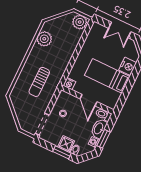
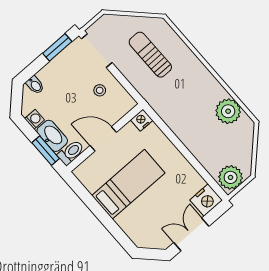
nightstand: (128, 66) -> (206, 200), moved, turned -90
sun lounger: (39, 82) -> (150, 55), moved
window: (103, 139) -> (46, 151), moved
shower: (66, 144) -> (50, 75), removed
window: (62, 152) -> (57, 47), moved

